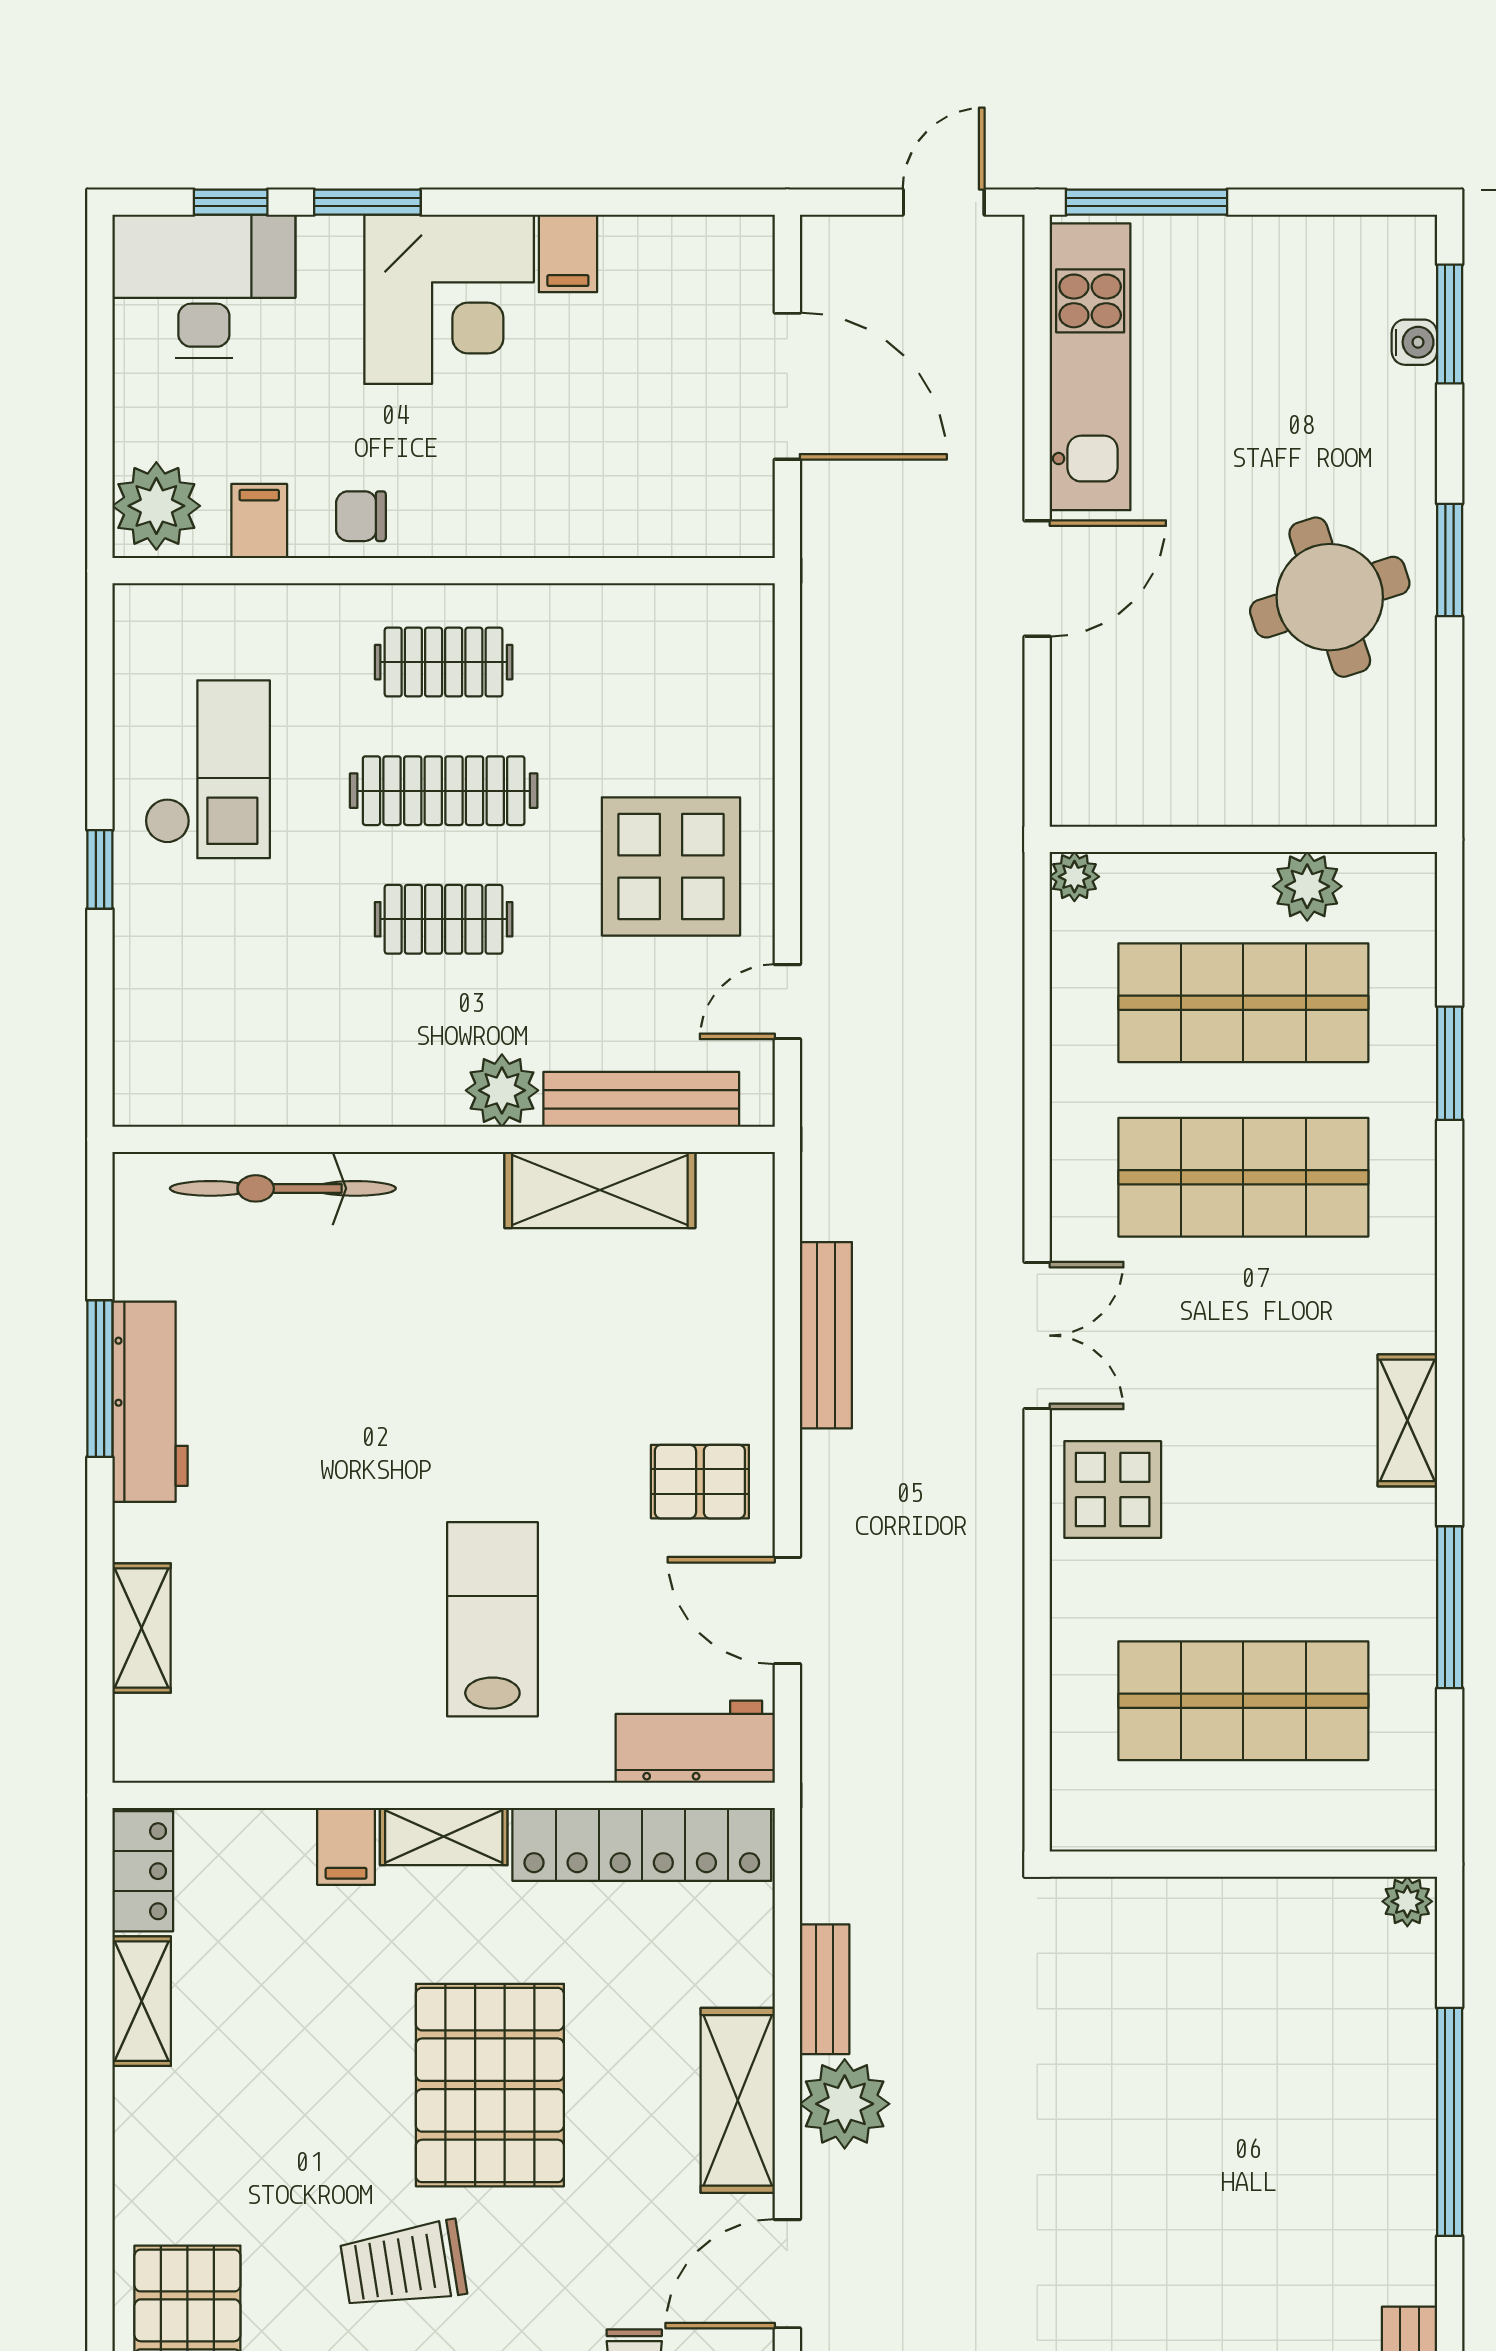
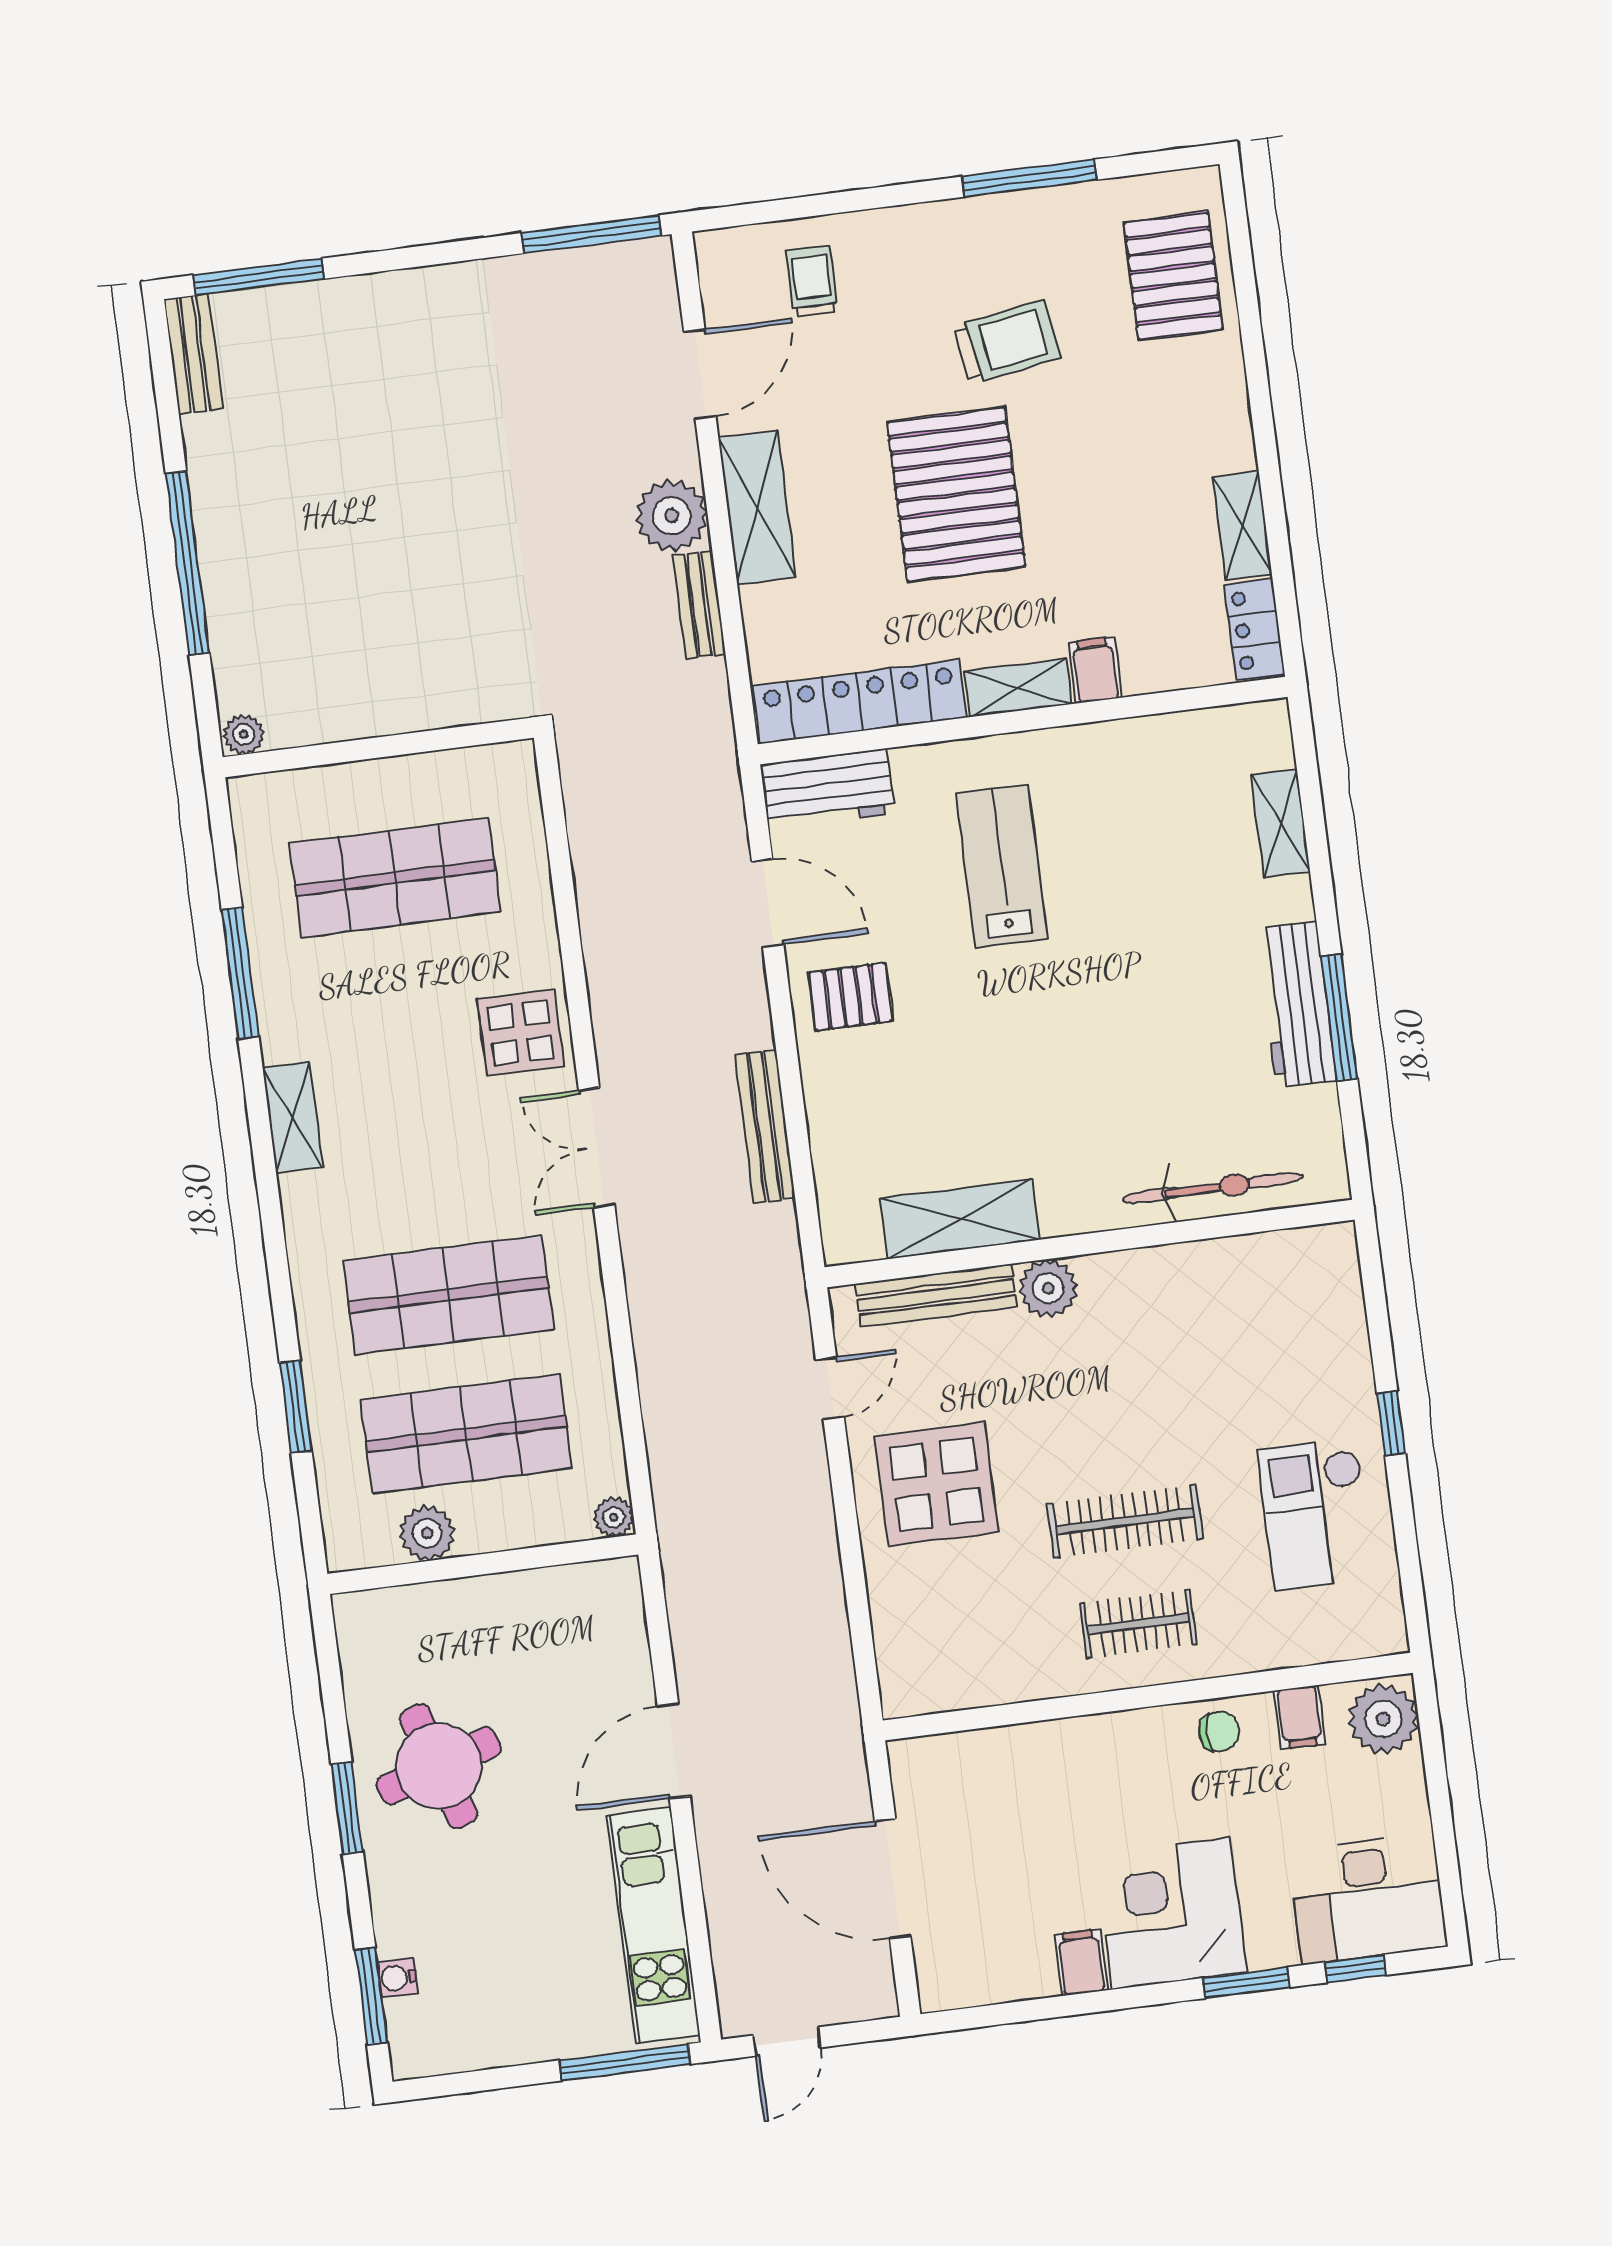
clothes rail: (444, 919) -> (1112, 1419), removed
lab bench: (492, 1619) -> (1002, 866), turned 180

